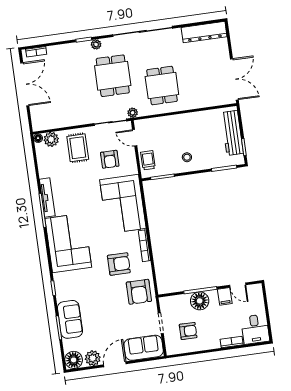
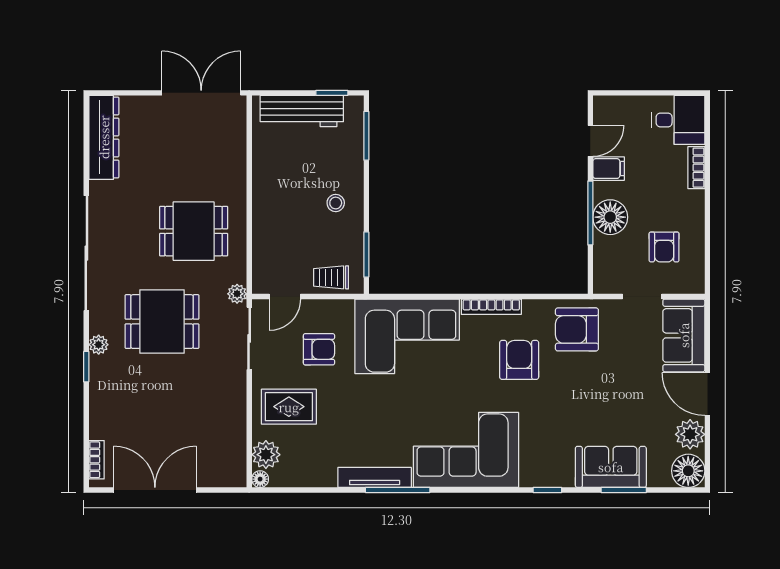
armchair: (139, 292) -> (577, 329), turned 180
armchair: (188, 331) -> (664, 247), turned 180

